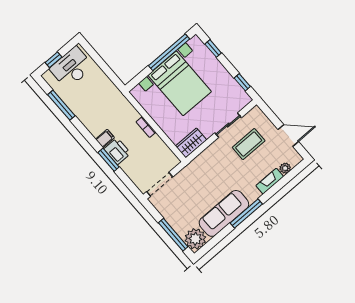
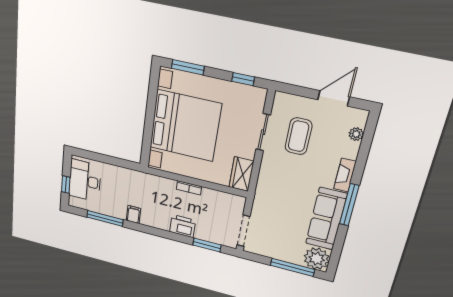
window: (213, 48) -> (188, 67), width x1.50
window: (169, 52) -> (151, 104), removed
bed with nightstands: (180, 83) -> (185, 126), width x1.36
filing cabinet: (105, 138) -> (133, 215), moved
window: (109, 160) -> (207, 245), moved
fireplace: (270, 181) -> (345, 175), moved

